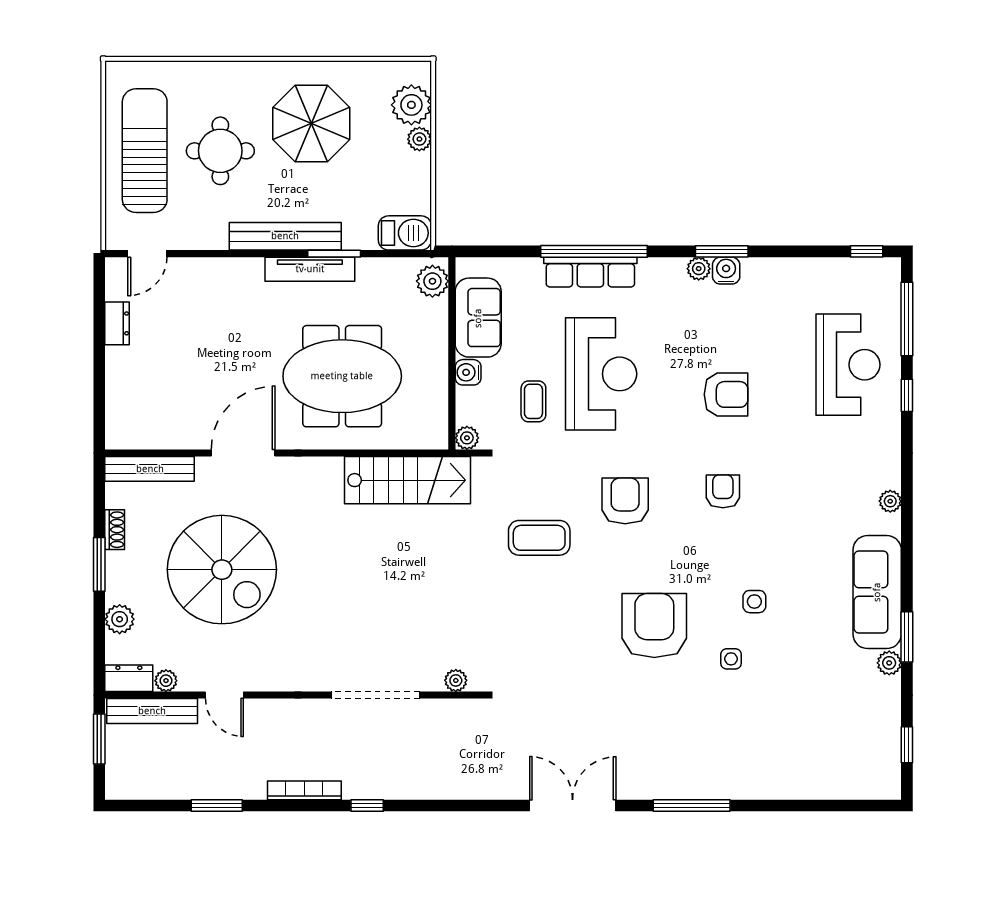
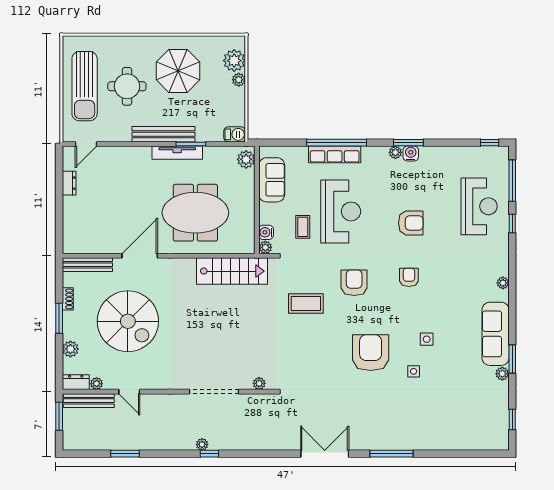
sun lounger: (145, 151) -> (85, 86), turned 180
barbecue: (405, 233) -> (235, 134), width x0.73, depth x0.79
water cooler: (468, 372) -> (266, 232), moved
plant: (354, 789) -> (202, 444), added
bookcase: (304, 790) -> (174, 445), removed

